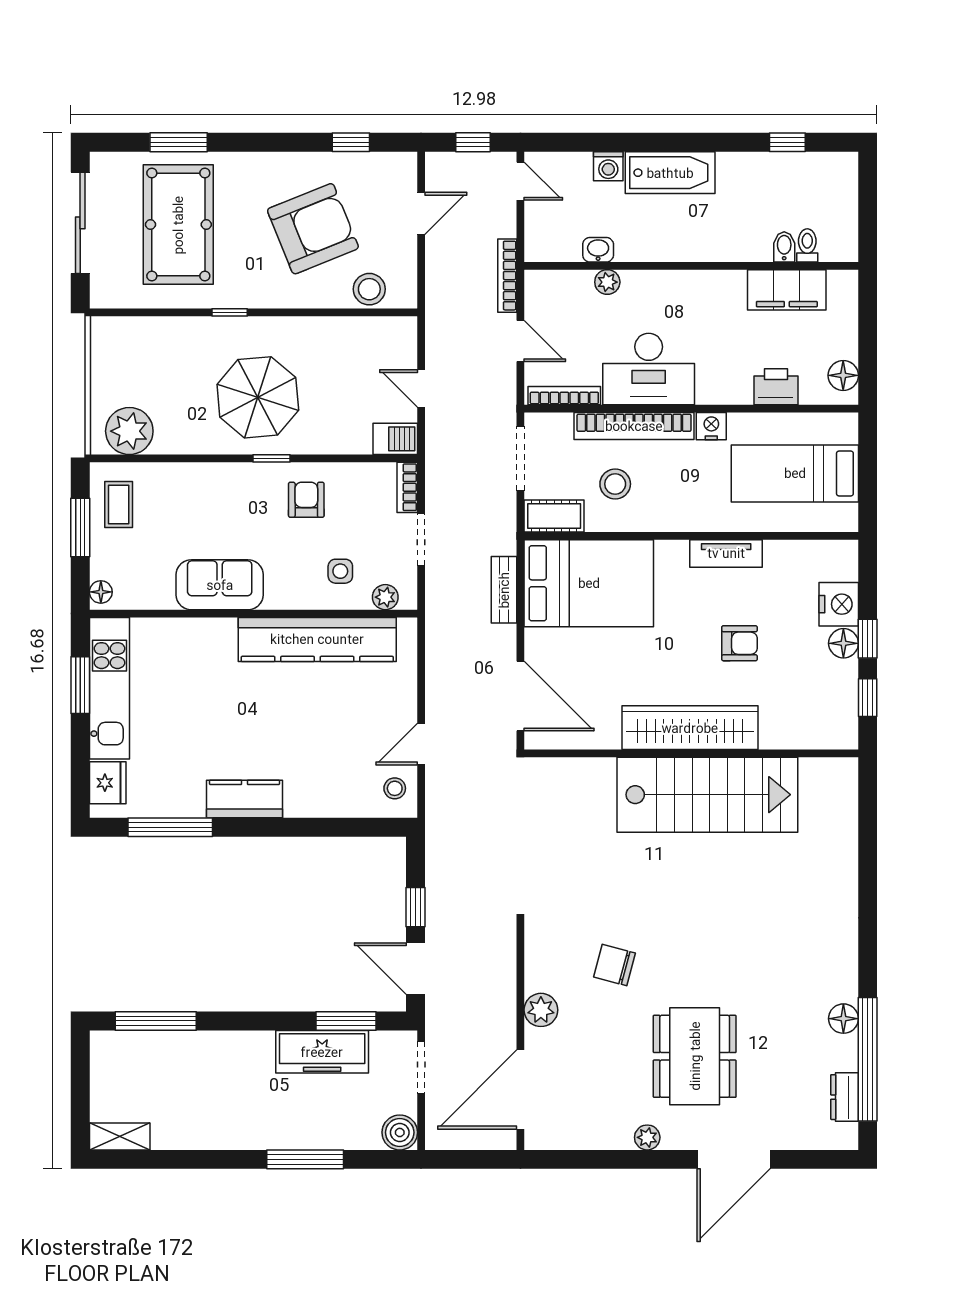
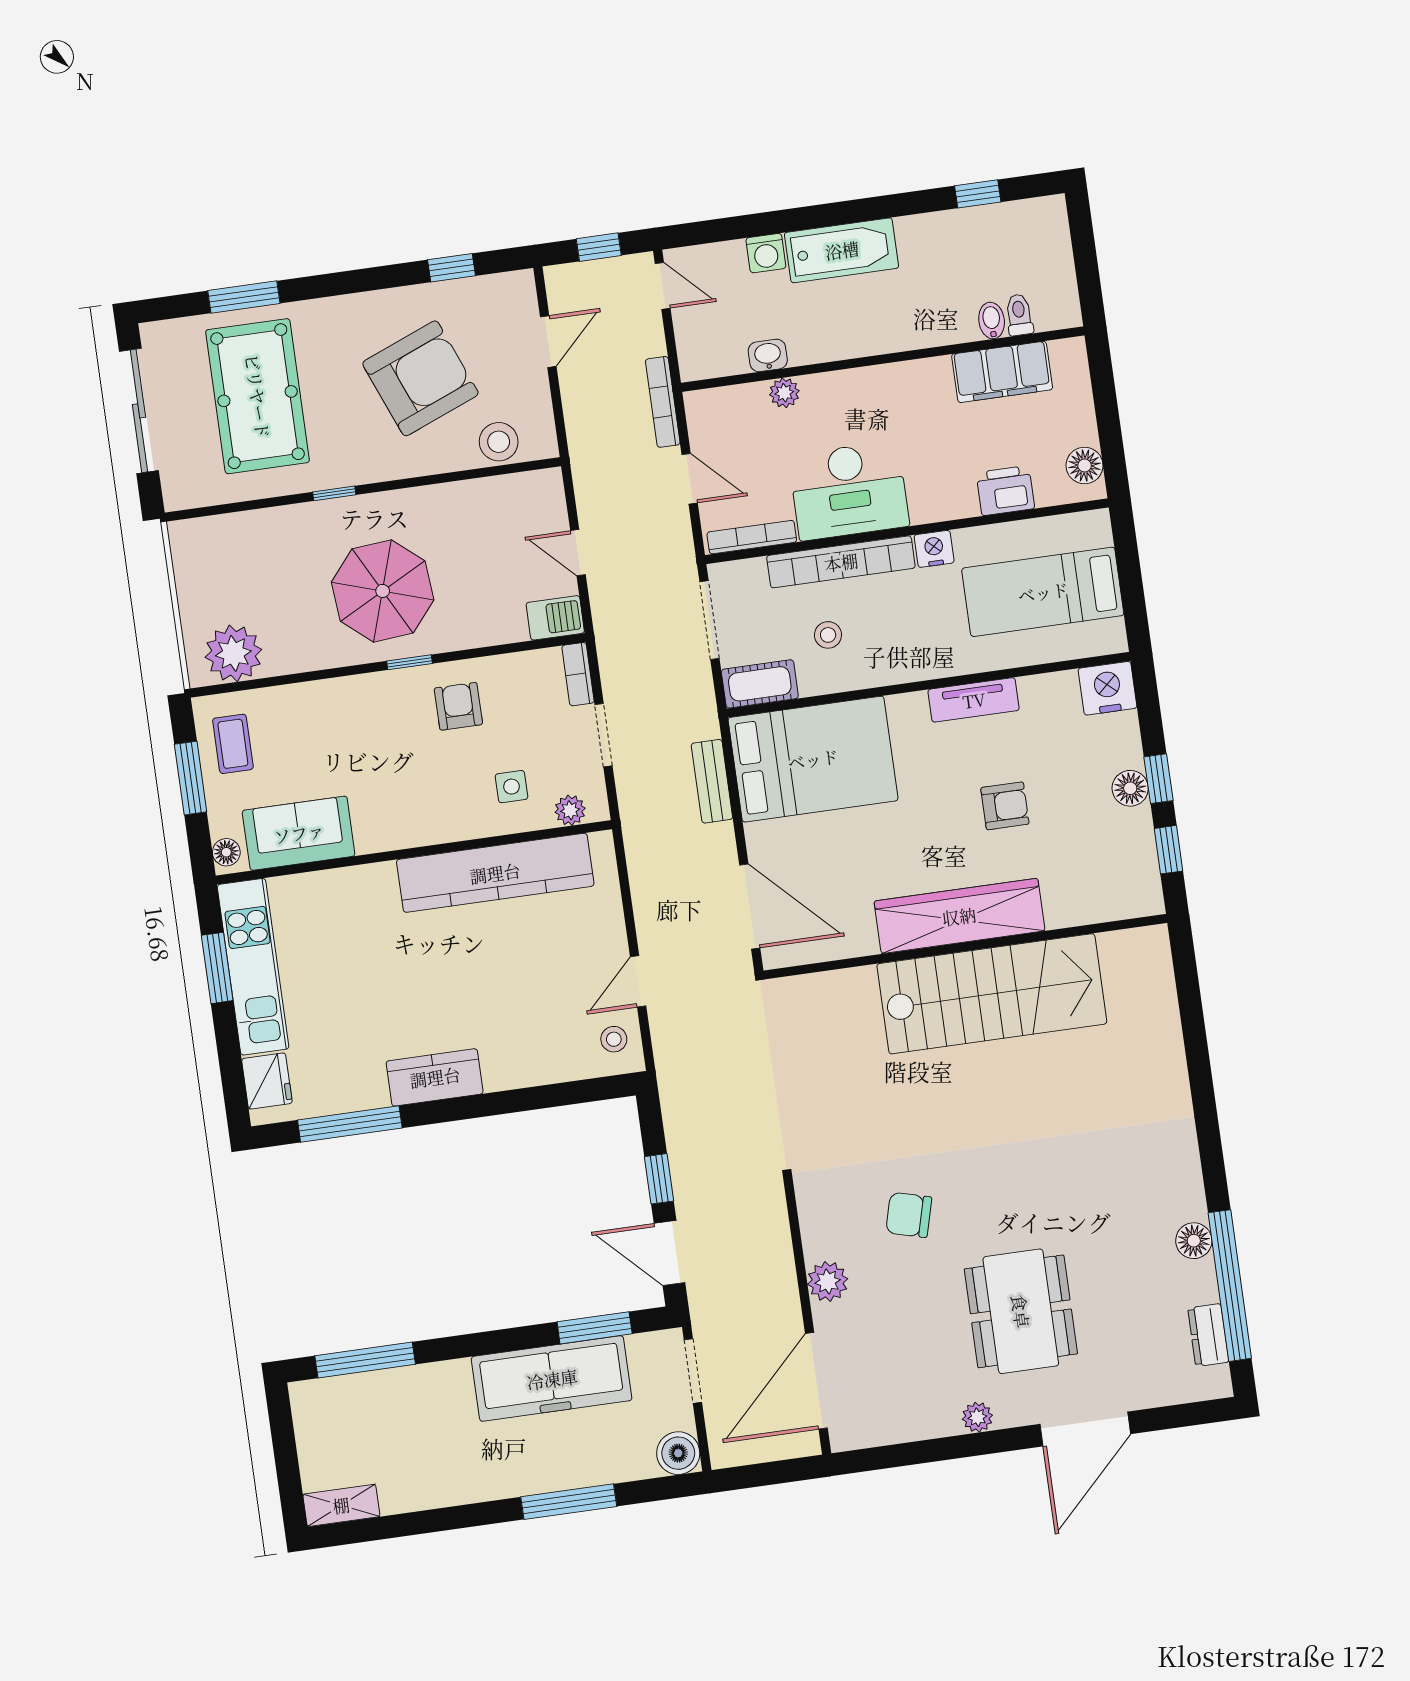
stool: (615, 484) -> (828, 635), width x0.73, depth x0.73
sofa: (220, 585) -> (299, 833), moved
nightstand: (839, 604) -> (1107, 688), moved, turned -90
freezer: (322, 1052) -> (552, 1379), width x1.36, depth x1.26

